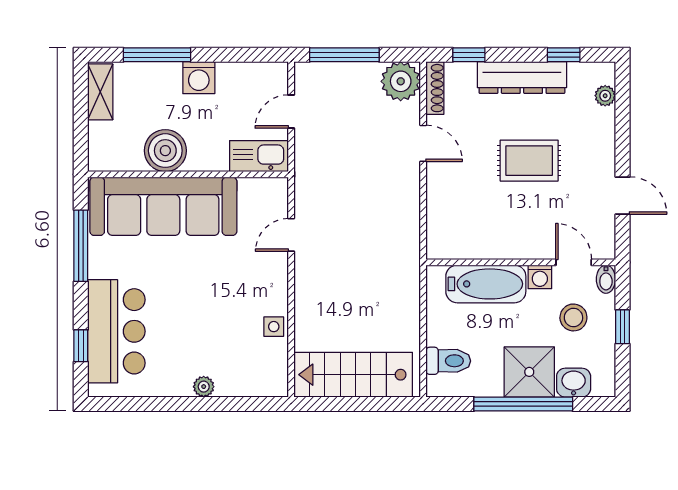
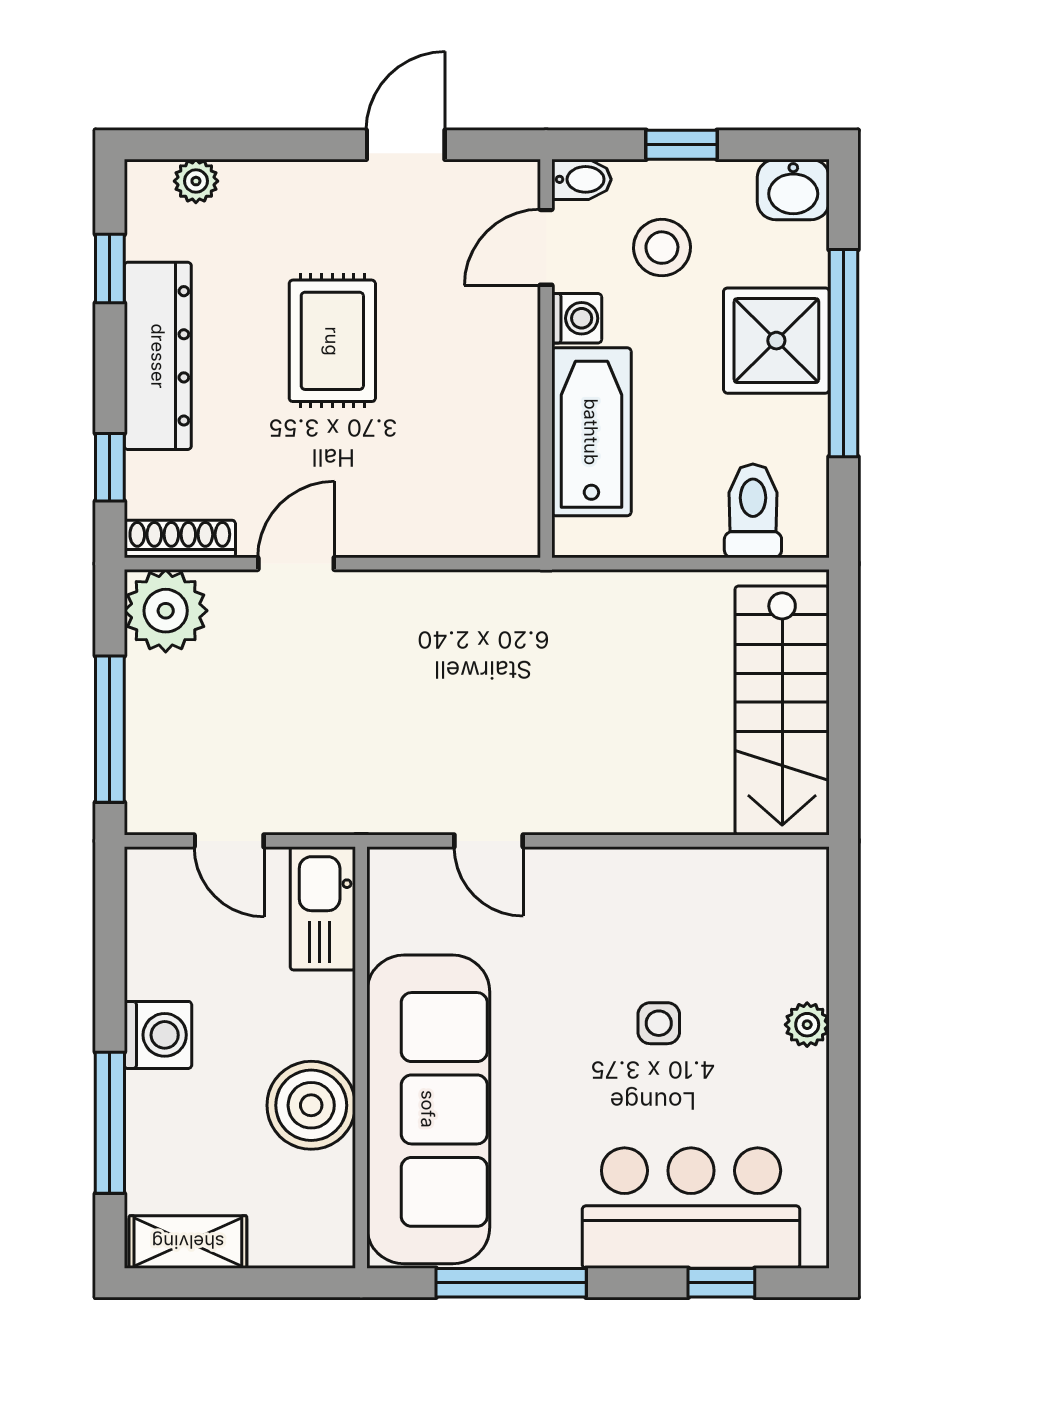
side table: (274, 327) -> (659, 1023), moved
washbasin: (574, 383) -> (793, 190), moved, turned -90

